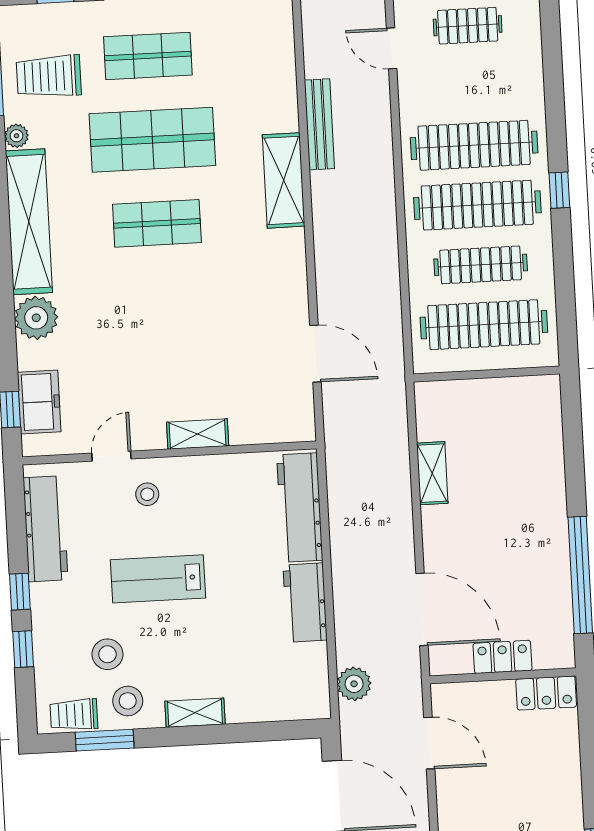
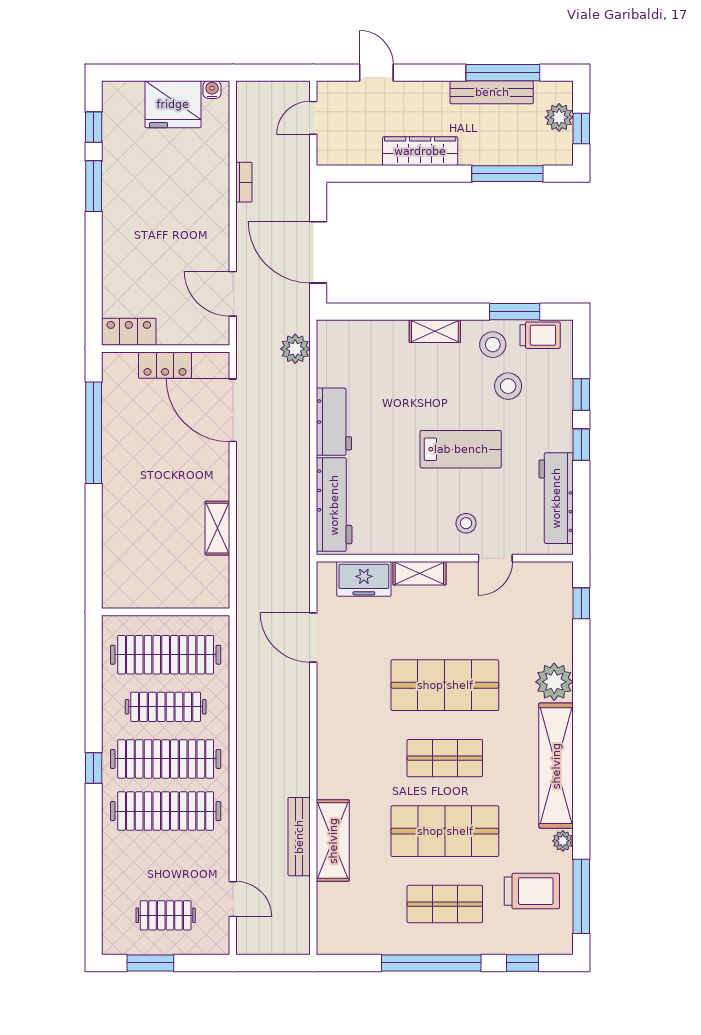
shelving: (284, 180) -> (333, 841), moved
shop shelf: (161, 307) -> (445, 685), added
freezer: (39, 402) -> (364, 579), moved, turned -90

